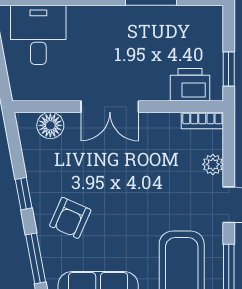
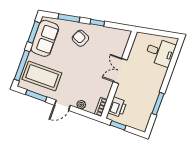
floor lamp: (50, 125) -> (121, 44), removed

